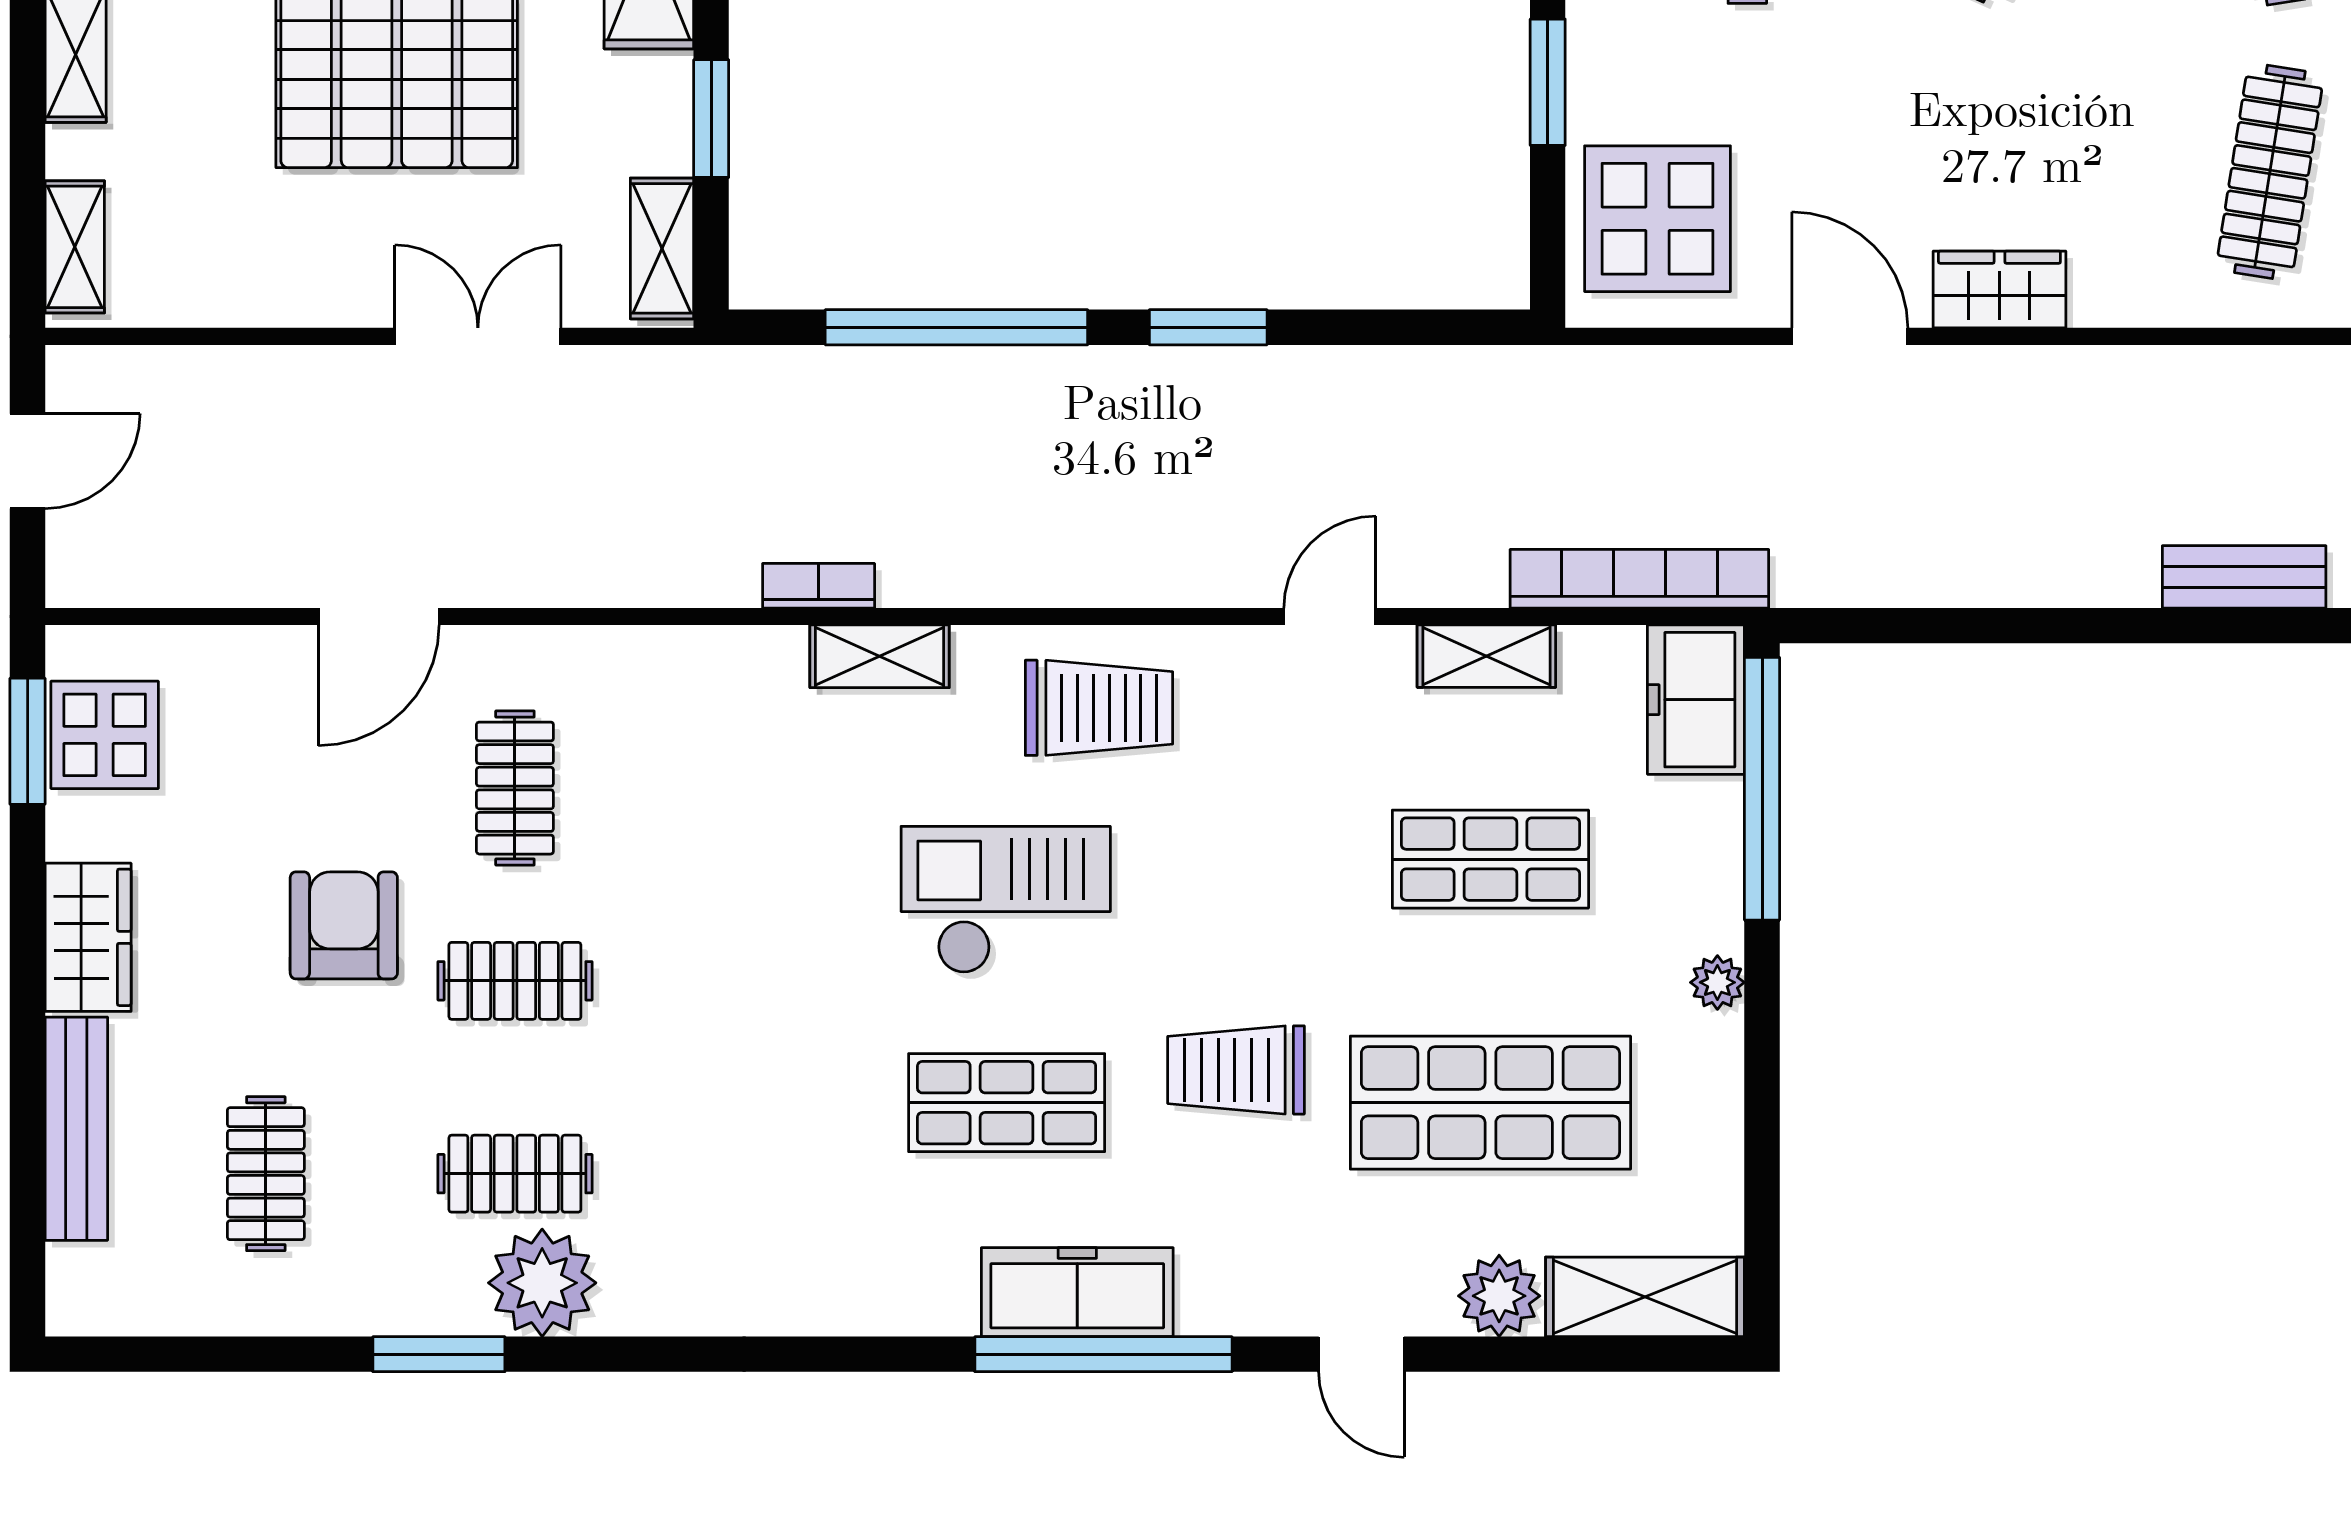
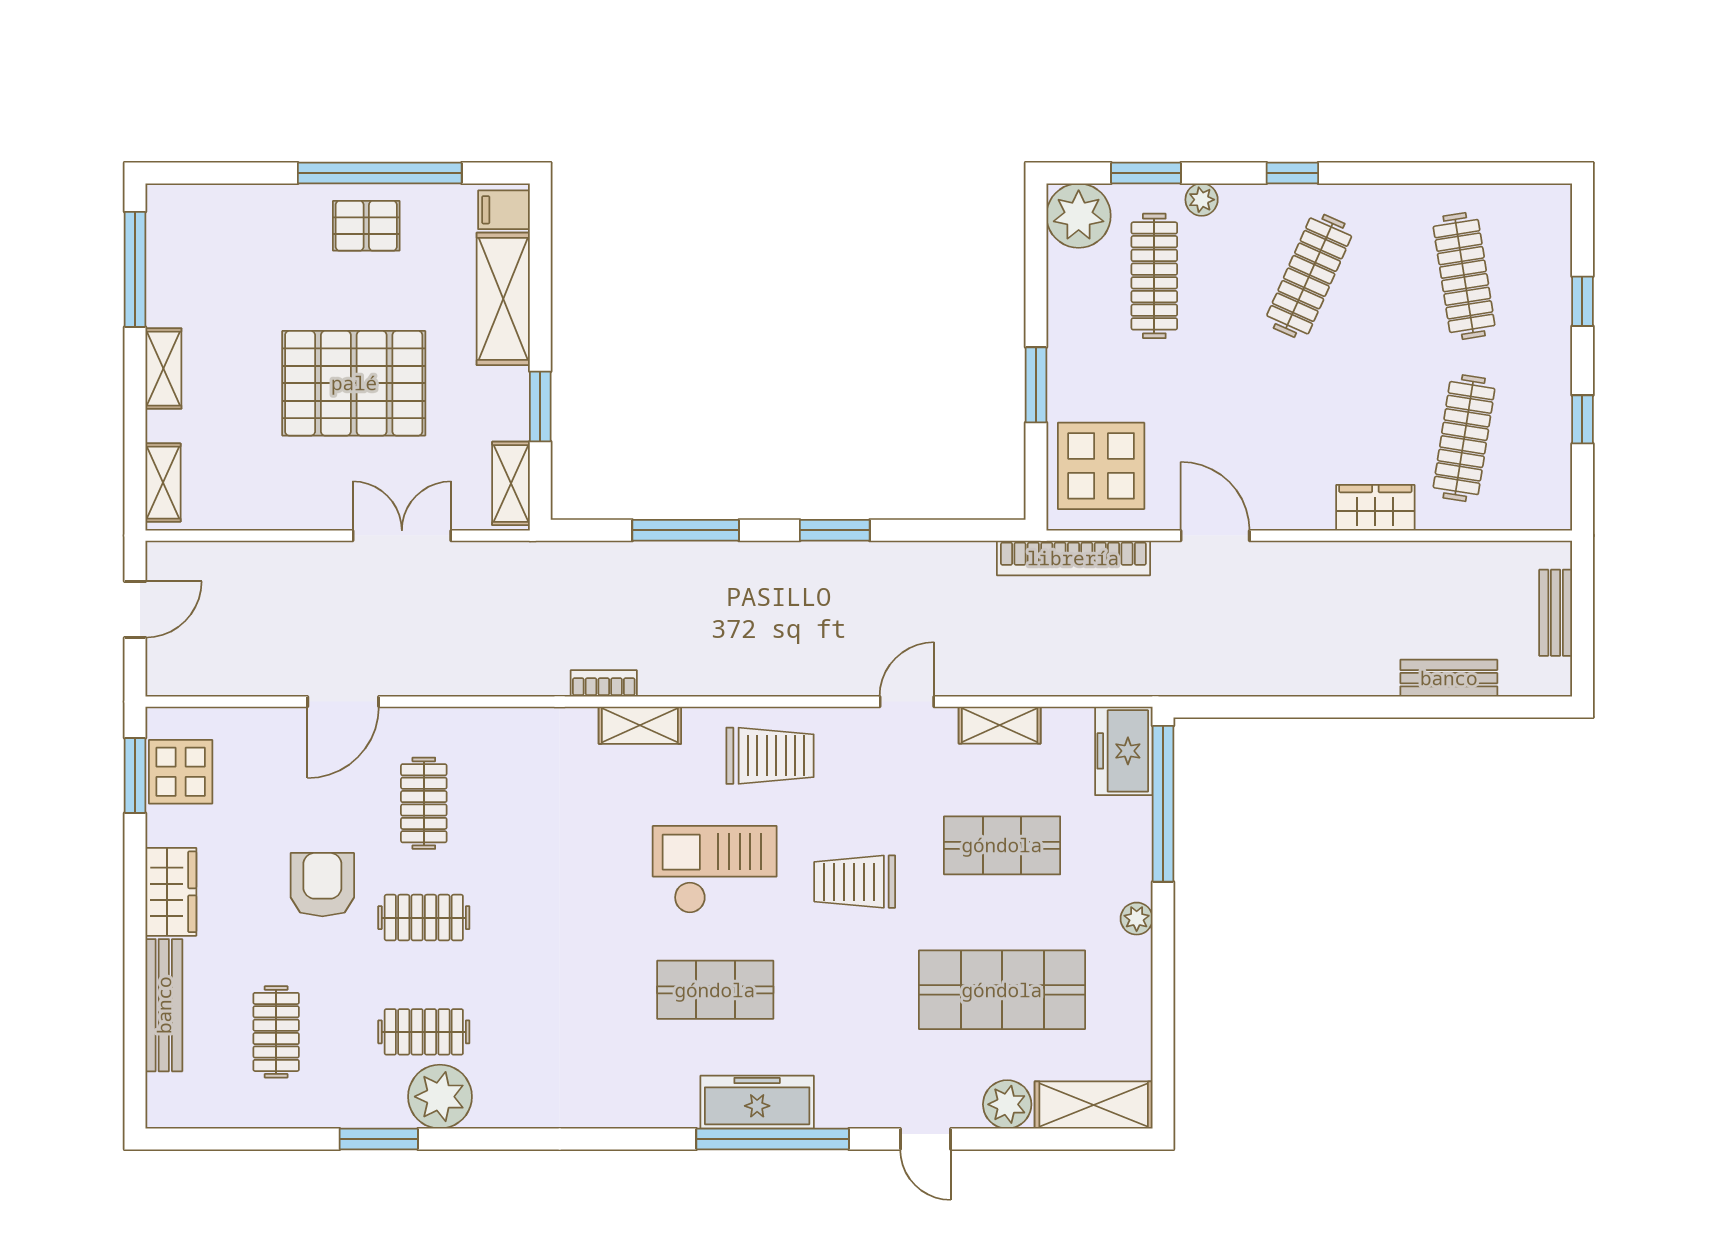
wardrobe: (1999, 289) -> (1375, 508), moved
window: (956, 327) -> (686, 530), width x0.68
bookcase: (1639, 579) -> (1073, 558), moved, turned 180
trolley: (1236, 1070) -> (855, 882), moved

